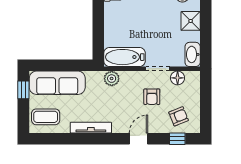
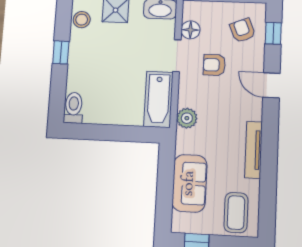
sofa: (57, 83) -> (189, 183), width x0.73
armchair: (152, 97) -> (214, 65), turned 180

